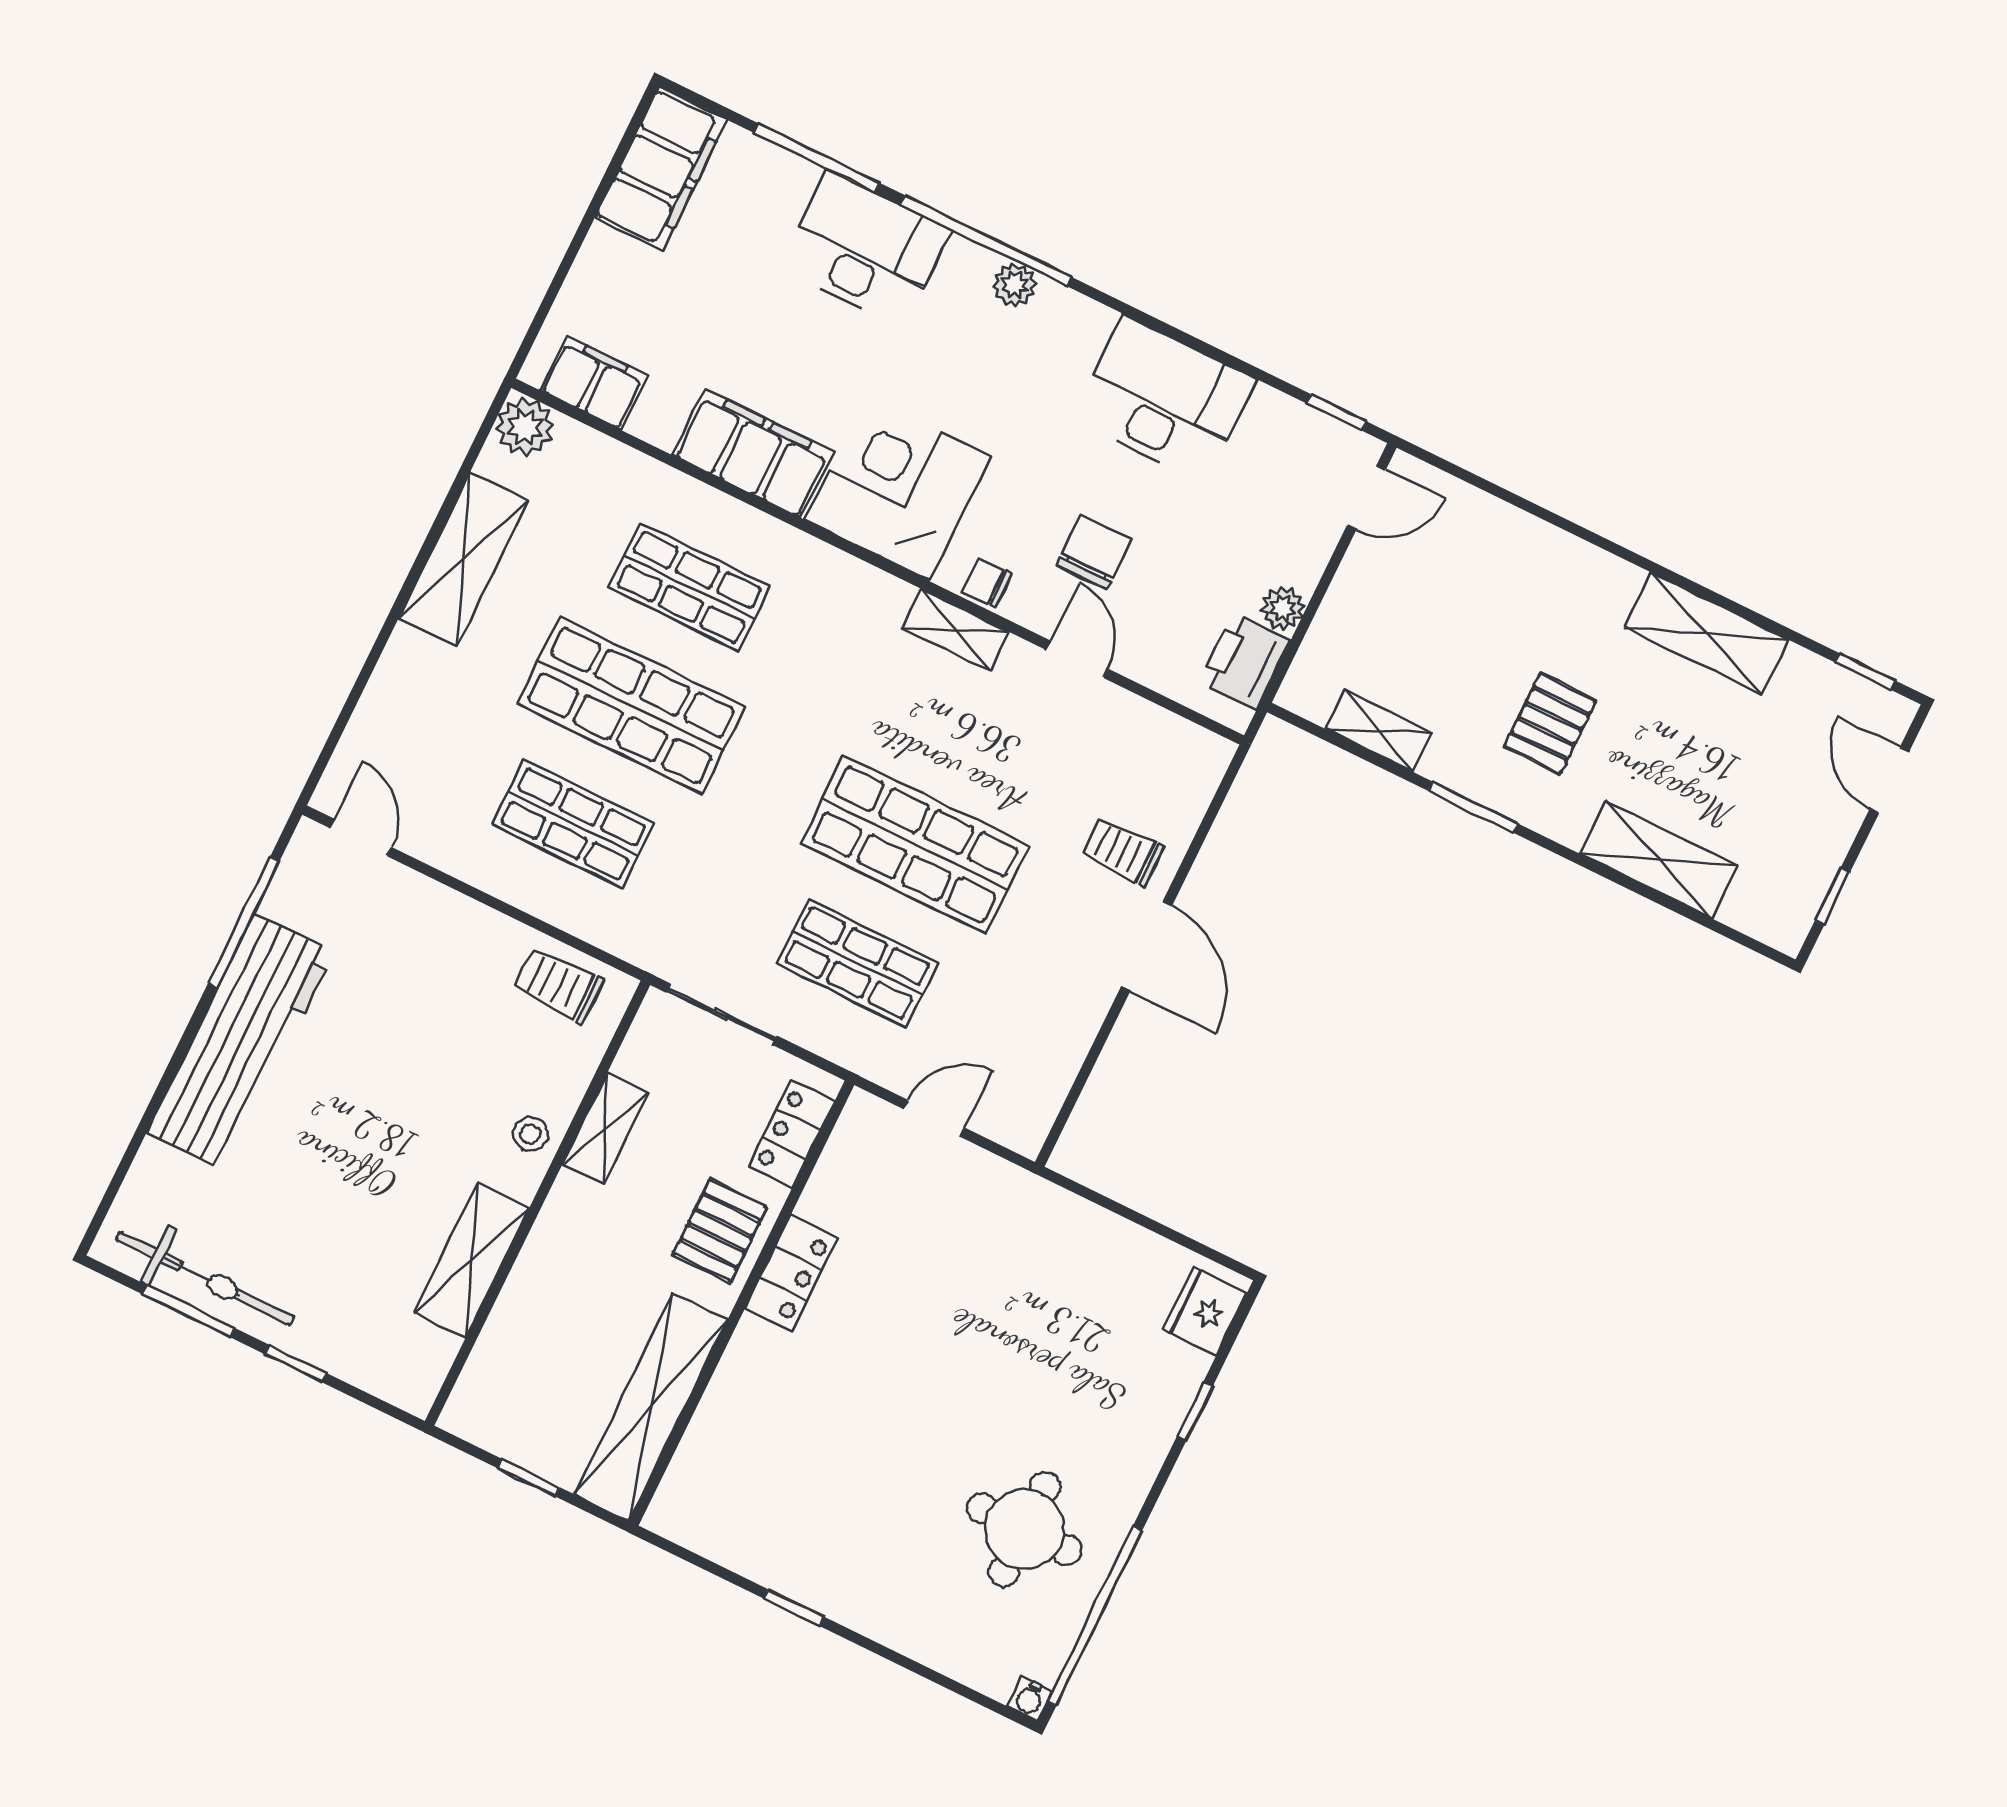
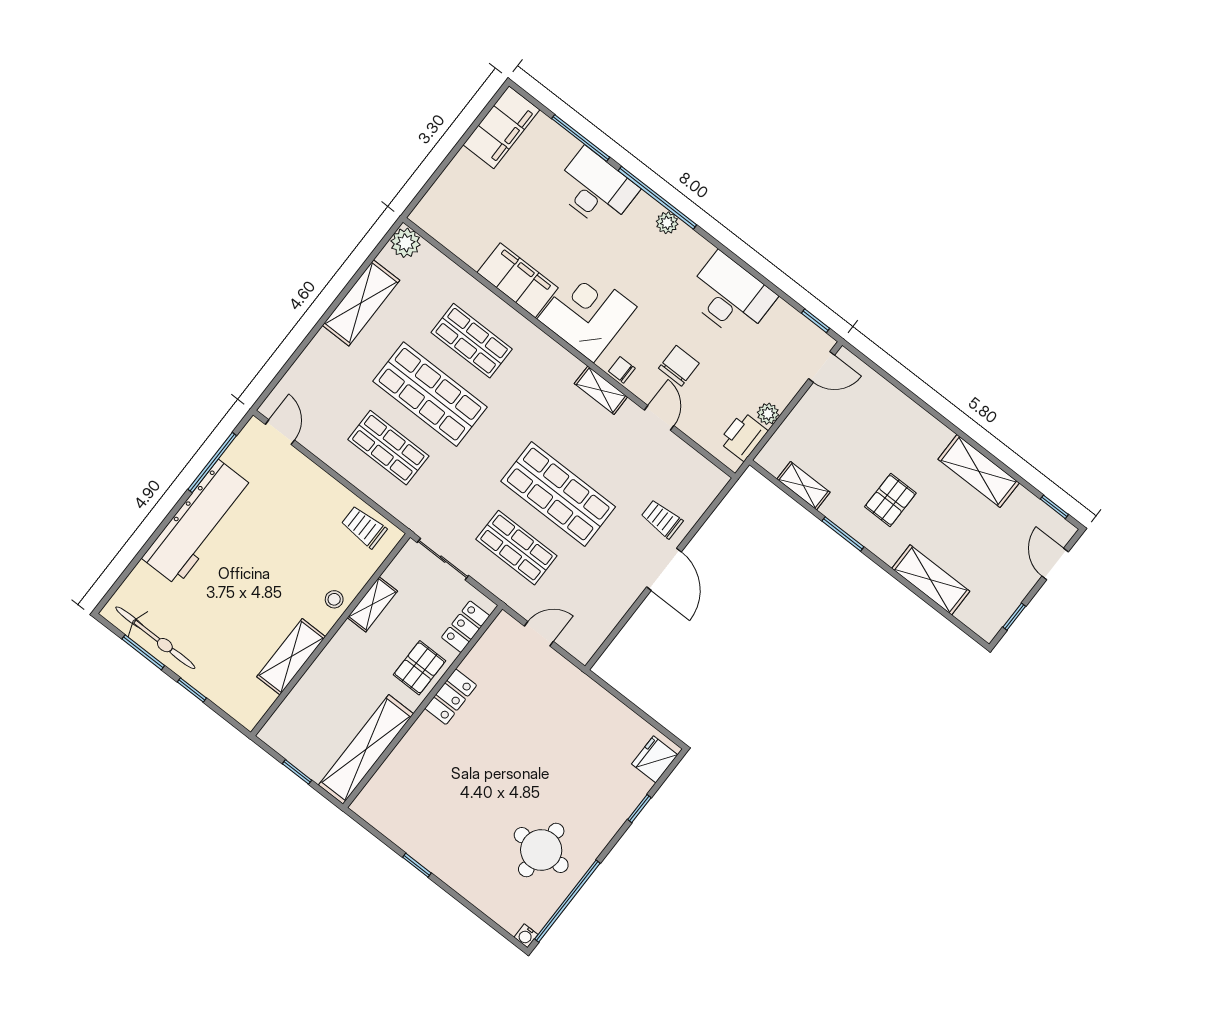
filing cabinet: (594, 383) -> (445, 228), removed

